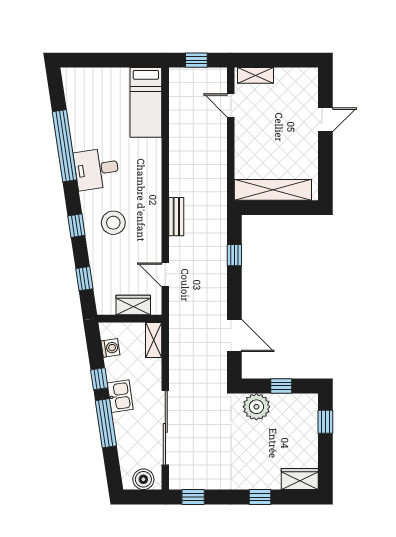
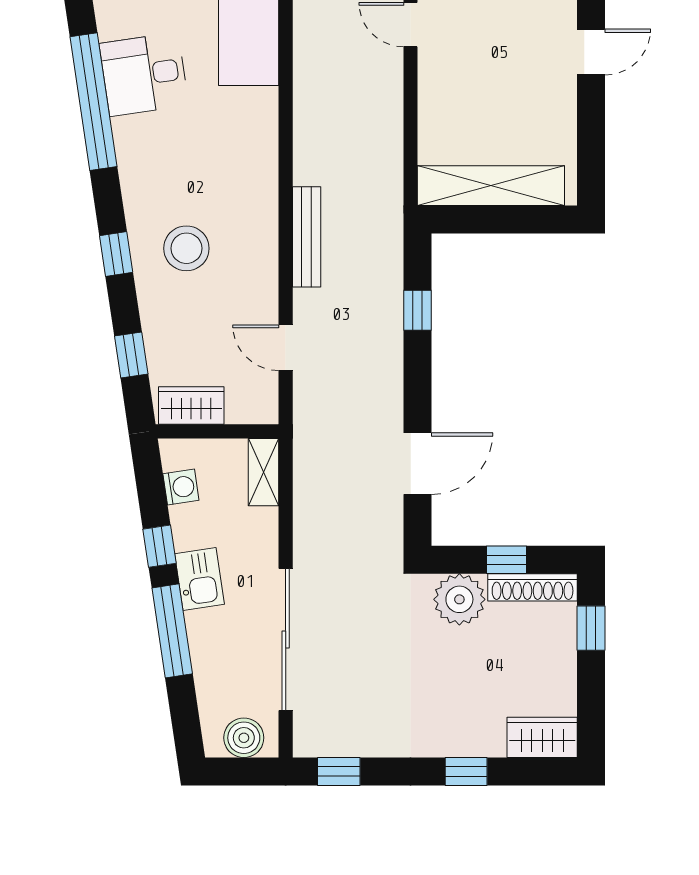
desk: (97, 169) -> (144, 74), moved
bench: (176, 217) -> (307, 237), width x1.36
wardrobe: (133, 305) -> (191, 405), moved
door: (234, 336) -> (417, 464), hinge flipped
shoe rack: (295, 400) -> (533, 587), added

